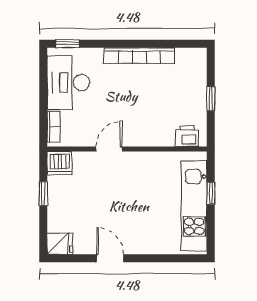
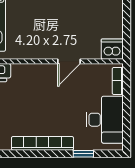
window: (68, 44) -> (83, 154), moved
window: (43, 193) -> (127, 22), removed

